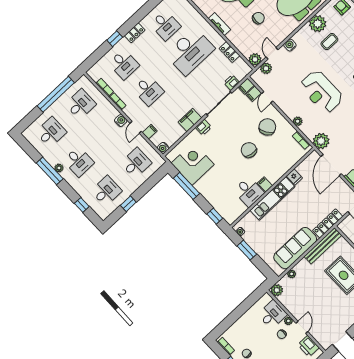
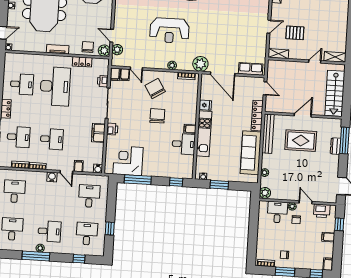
chair: (258, 18) -> (88, 47), moved
water cooler: (290, 45) -> (119, 19), removed
chair: (249, 150) -> (157, 116), turned 80

